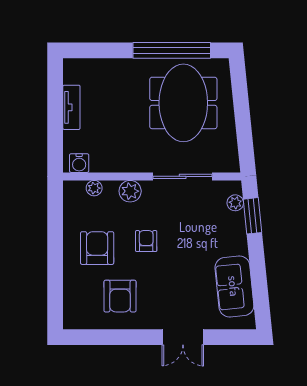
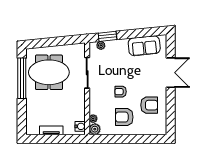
plant: (130, 191) -> (95, 129), moved
double door: (183, 337) -> (171, 73), width x1.37

